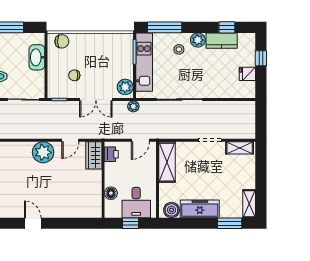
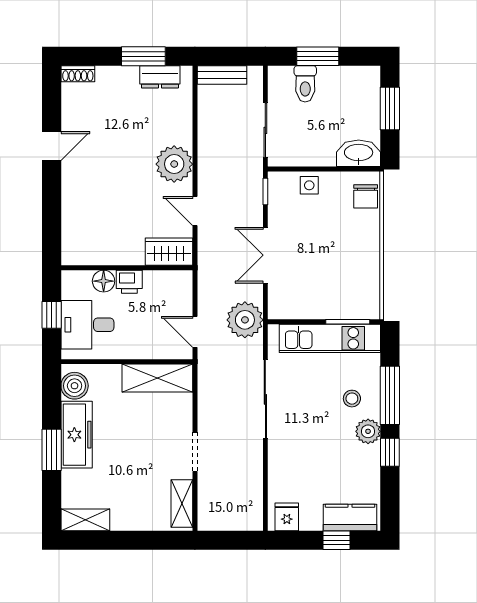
window: (165, 27) -> (390, 395), moved
window: (227, 27) -> (390, 452), moved
kitchen counter: (222, 41) -> (350, 517), moved, turned 90
washbasin: (37, 57) -> (359, 153), moved
side table: (55, 74) -> (309, 185), added
fridge: (247, 74) -> (287, 517), moved
chair: (74, 75) -> (307, 218), removed
plant: (125, 87) -> (287, 306), removed
plant: (133, 106) -> (245, 320), width x1.88, depth x1.88
printer: (111, 154) -> (129, 282), moved
window: (230, 223) -> (52, 450), moved

